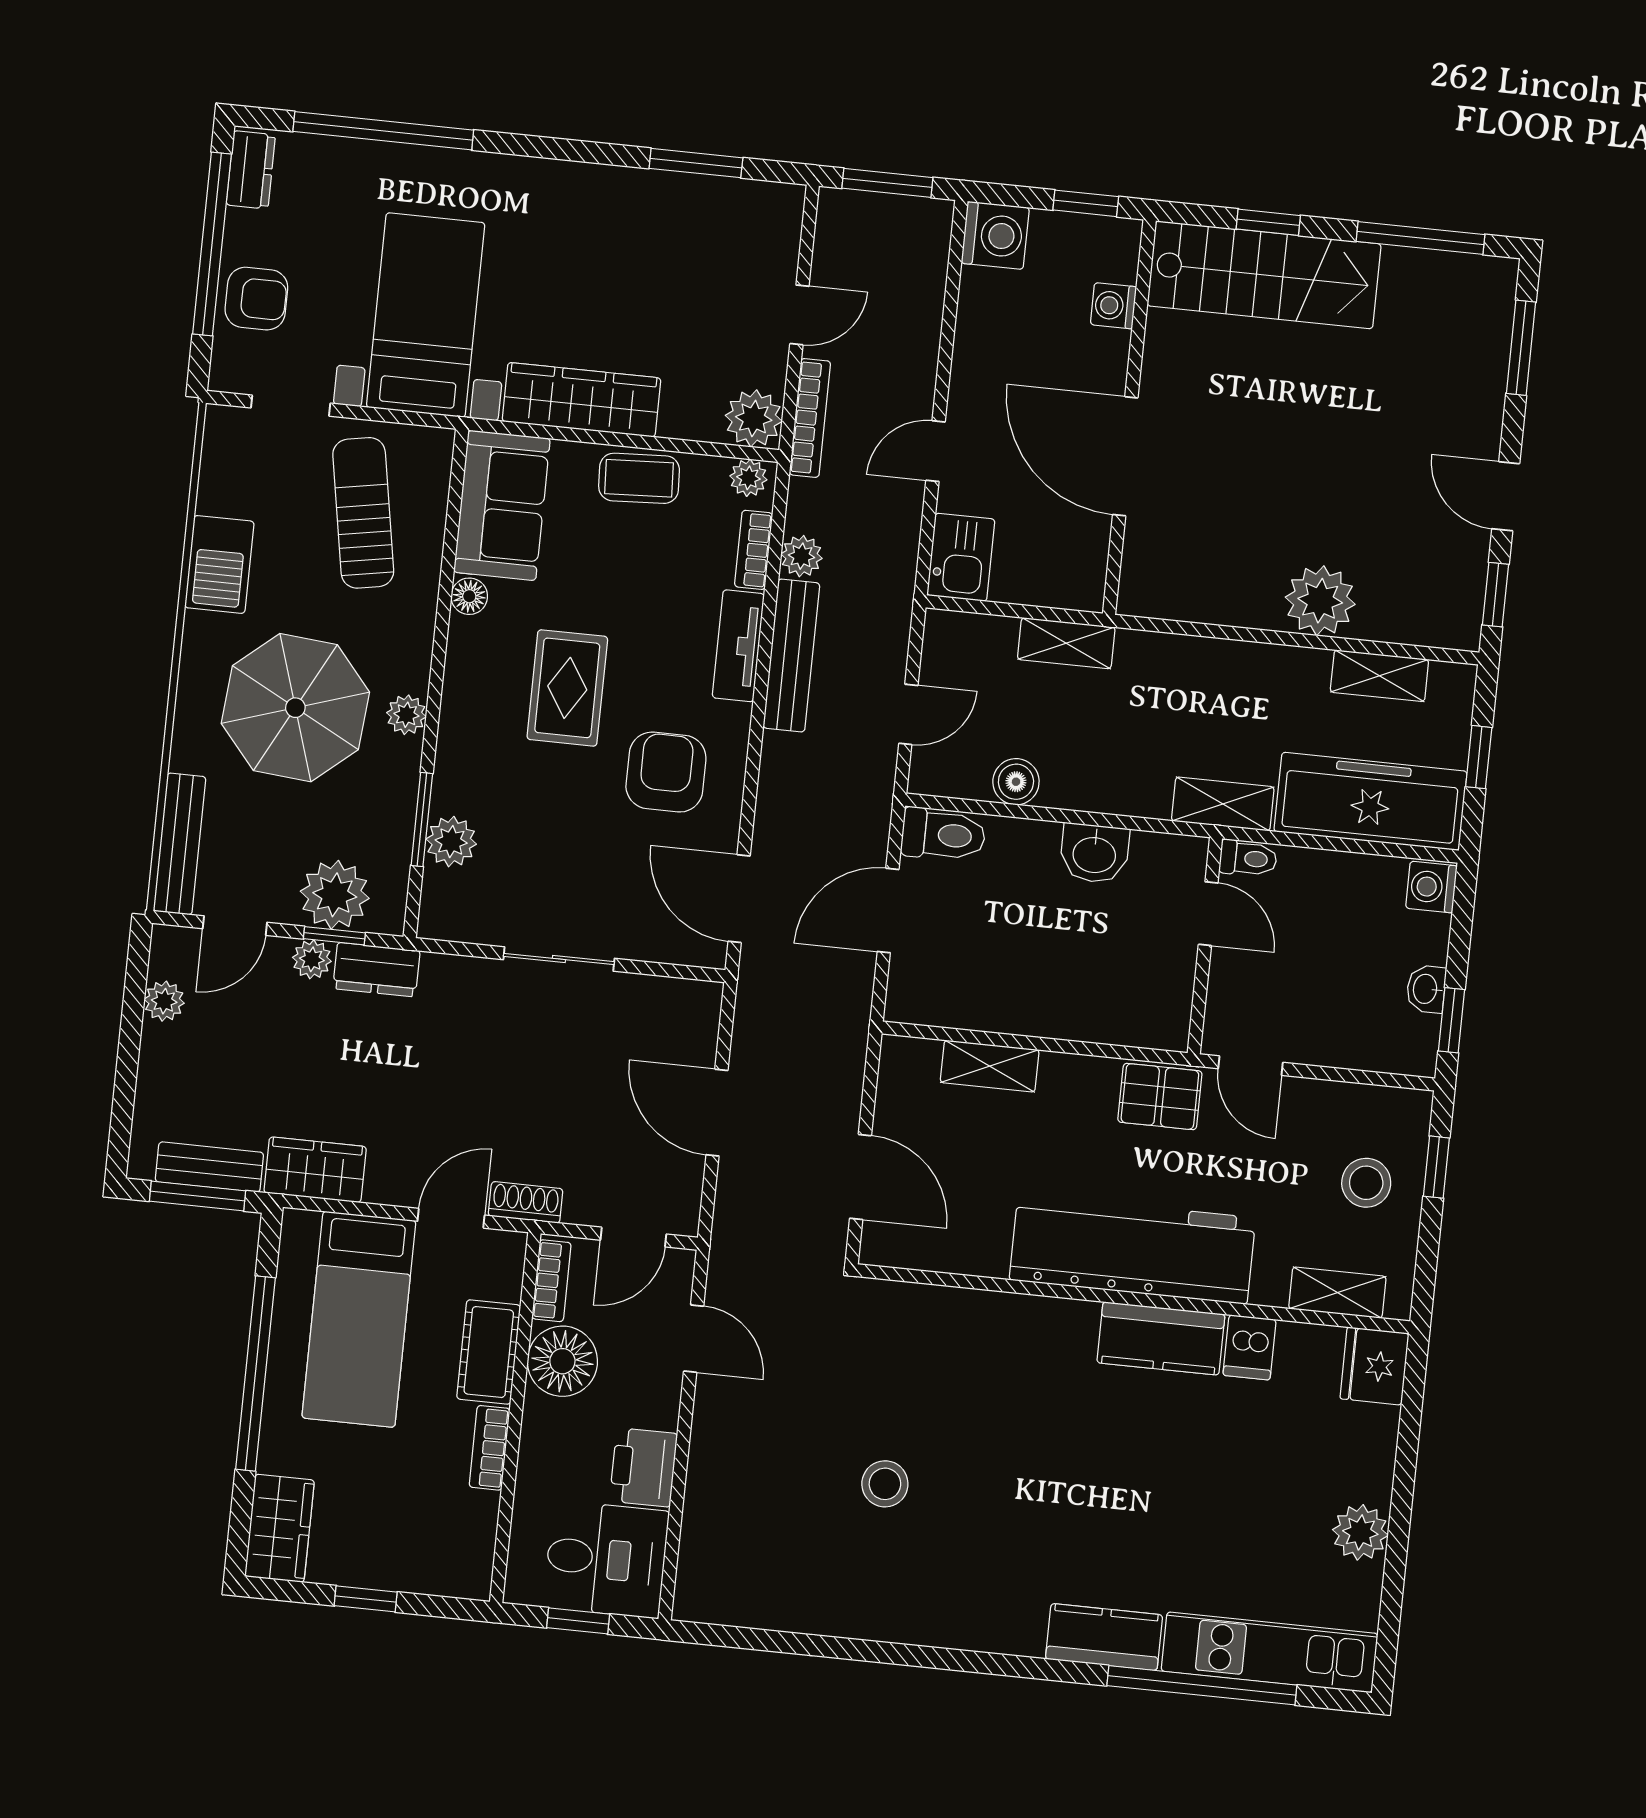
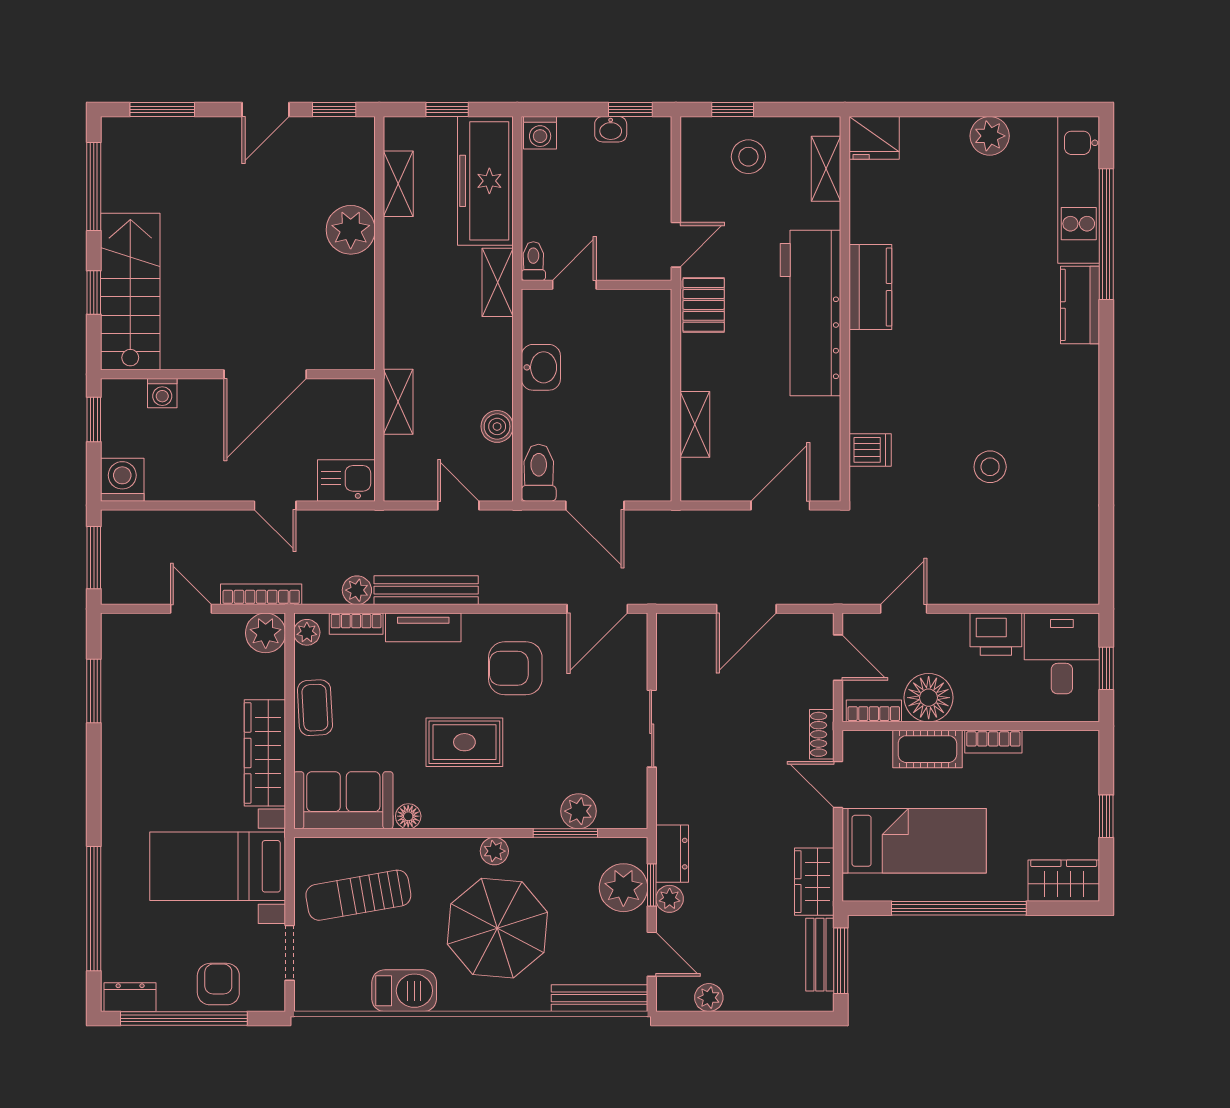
dishwasher: (1249, 1347) -> (870, 450), moved

